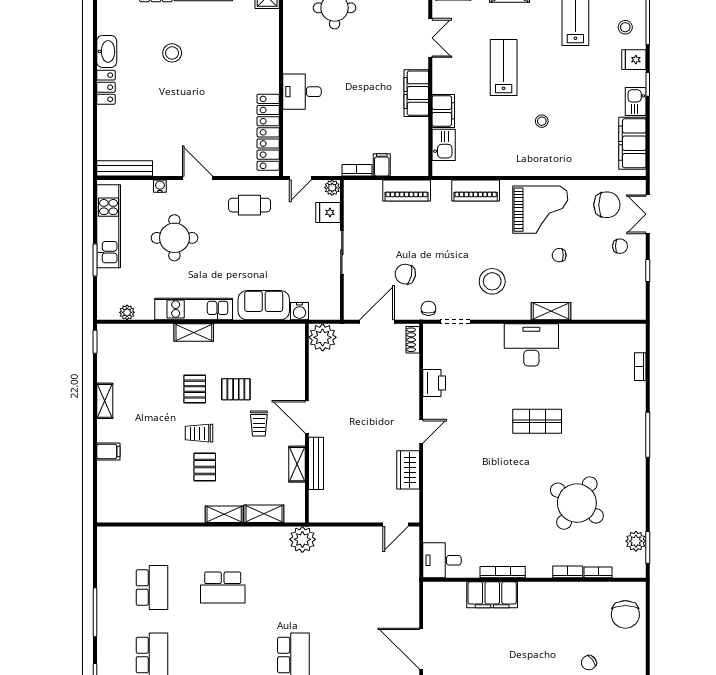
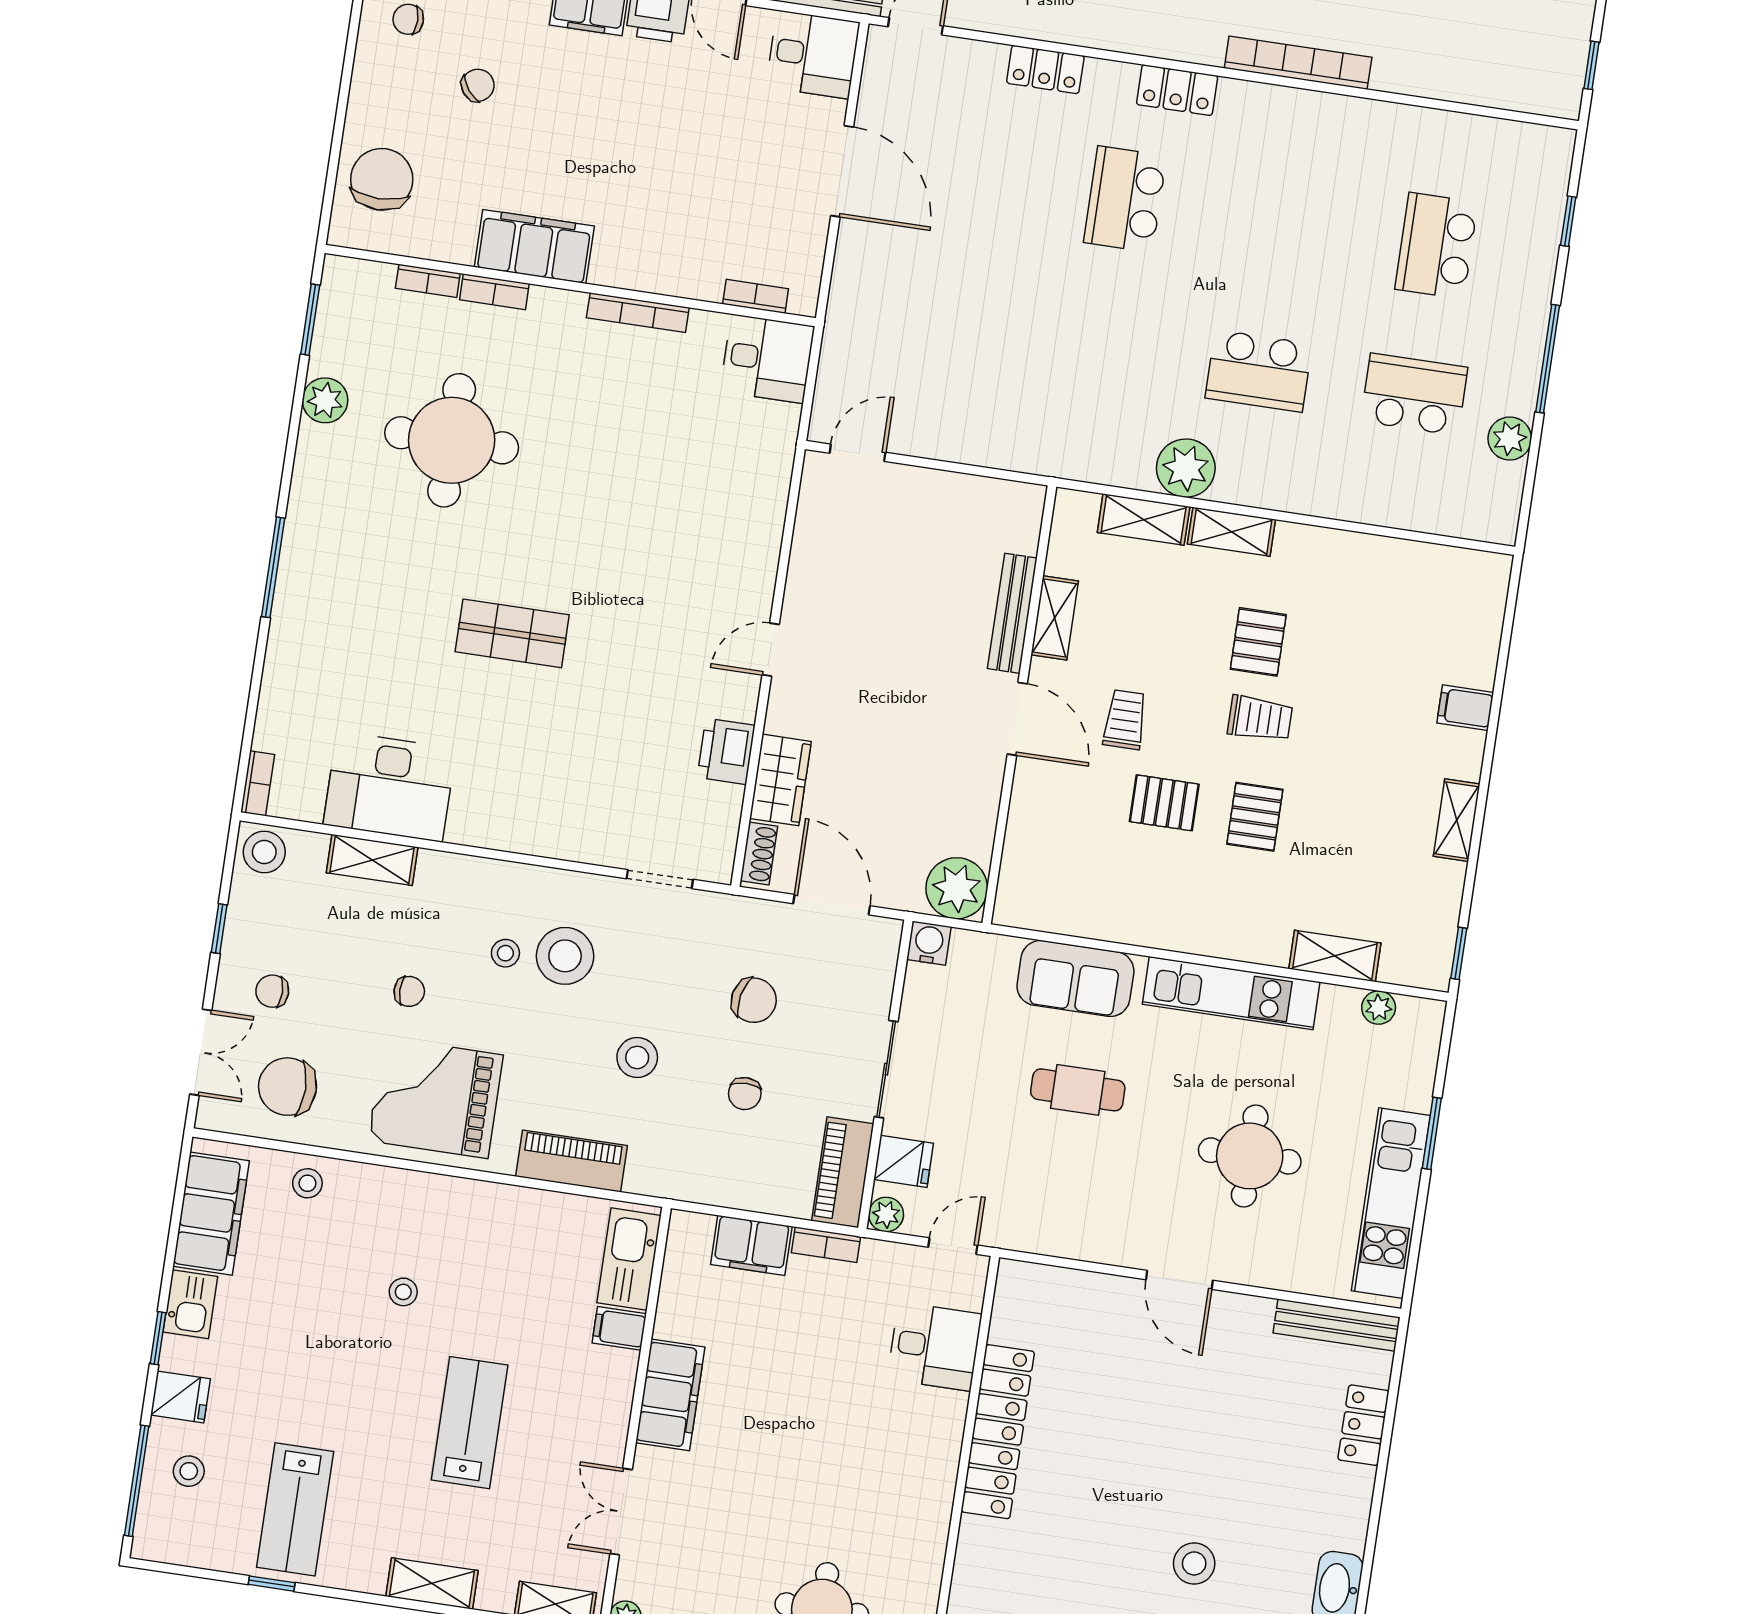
lab bench: (504, 67) -> (470, 1423), turned 180
locker: (106, 87) -> (1364, 1425), moved
desk: (302, 92) -> (934, 1346), moved
filing cabinet: (443, 111) -> (619, 1328), width x0.50
locker: (268, 132) -> (998, 1432), moved
kitchen sink: (444, 145) -> (629, 1259), width x1.38
stool: (592, 163) -> (307, 1183), added
filing cabinet: (382, 165) -> (751, 1245), width x2.00
water cooler: (160, 186) -> (1265, 1274), removed
piano: (407, 190) -> (843, 1172), moved, turned -90
cafe table: (249, 205) -> (1078, 1090), moved
stool: (453, 241) -> (637, 1057), added
stool: (519, 279) -> (505, 953), added
chair: (428, 308) -> (745, 1094), moved
stool: (633, 308) -> (264, 852), added
water cooler: (300, 311) -> (929, 943), moved
shelving: (551, 311) -> (372, 860), moved
door: (377, 322) -> (832, 905), swing flipped
shelving: (194, 332) -> (1335, 956), moved
desk: (531, 345) -> (390, 787), moved
bookcase: (640, 367) -> (258, 783), moved
wardrobe: (408, 470) -> (780, 780), moved
round table: (577, 503) -> (452, 440), turned -34
plant: (302, 539) -> (1186, 468), moved
plant: (636, 541) -> (325, 400), moved
plant: (107, 574) -> (1510, 439), added
school desk: (152, 587) -> (1414, 394), turned 90
school desk: (223, 587) -> (1259, 371), turned 180
bookcase: (451, 587) -> (756, 296), added
filing cabinet: (492, 595) -> (534, 246), moved

